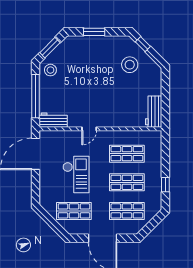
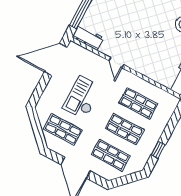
door: (89, 129) -> (116, 63), hinge flipped
checkout: (76, 174) -> (82, 97), turned 180

